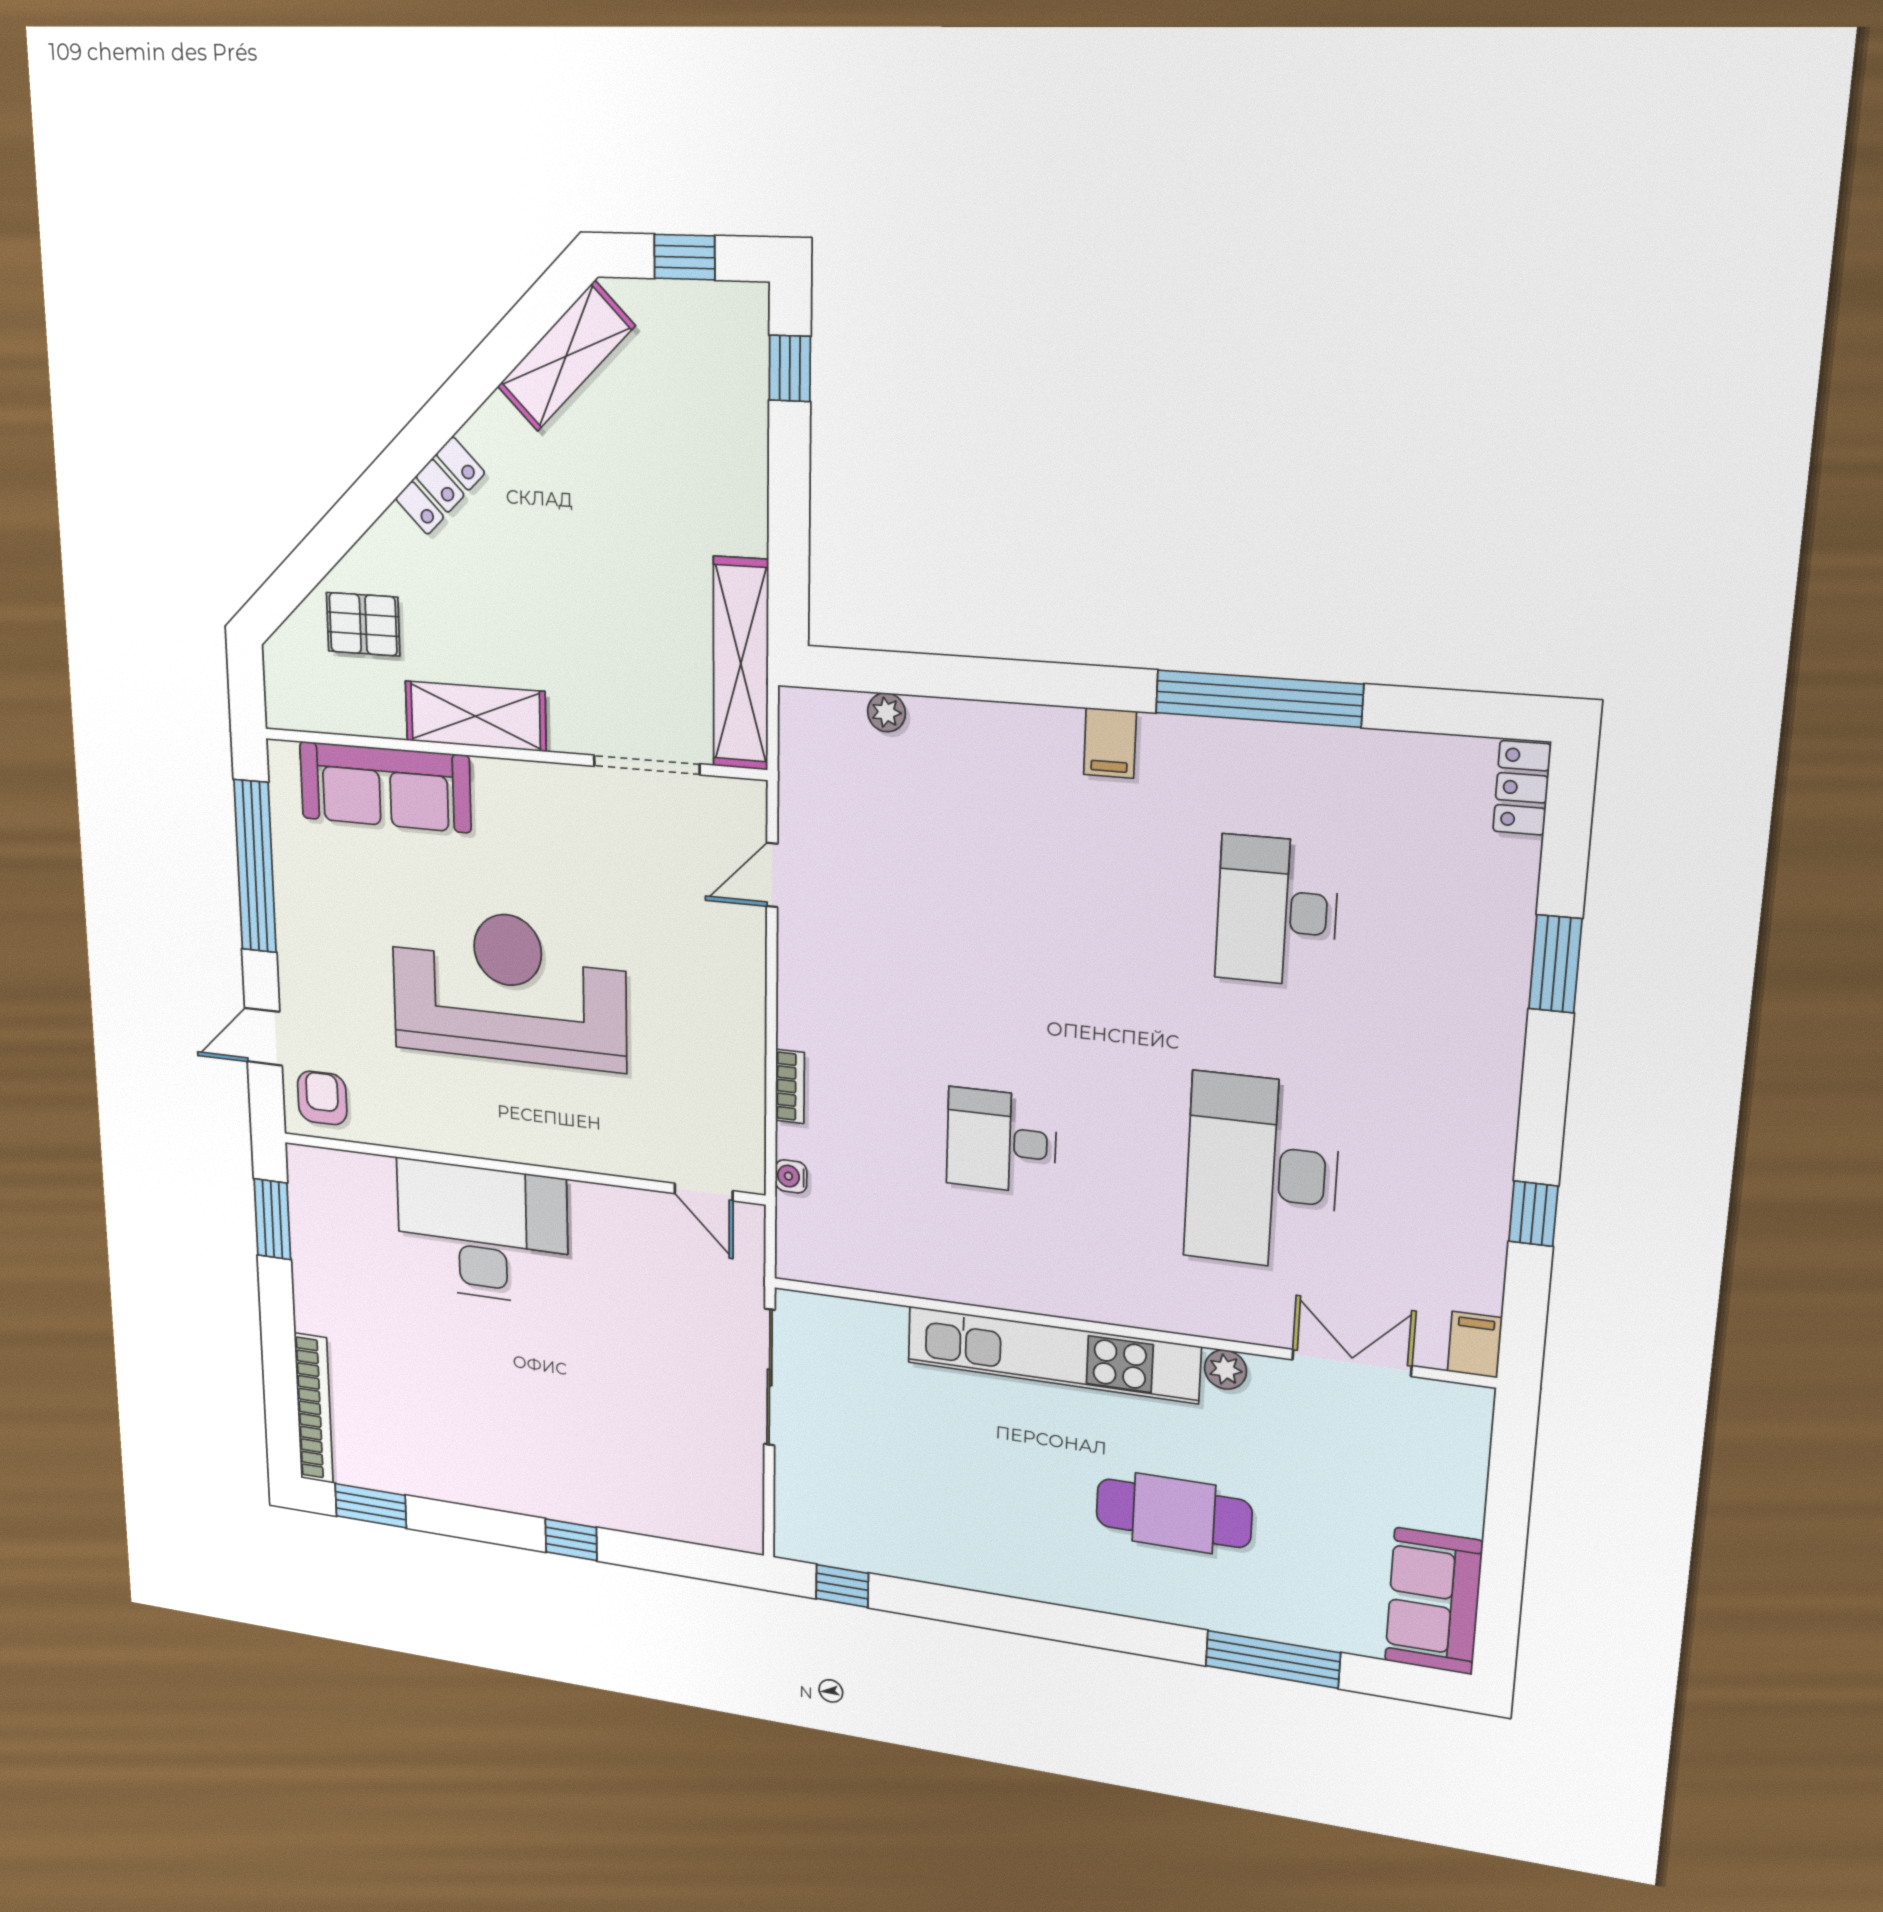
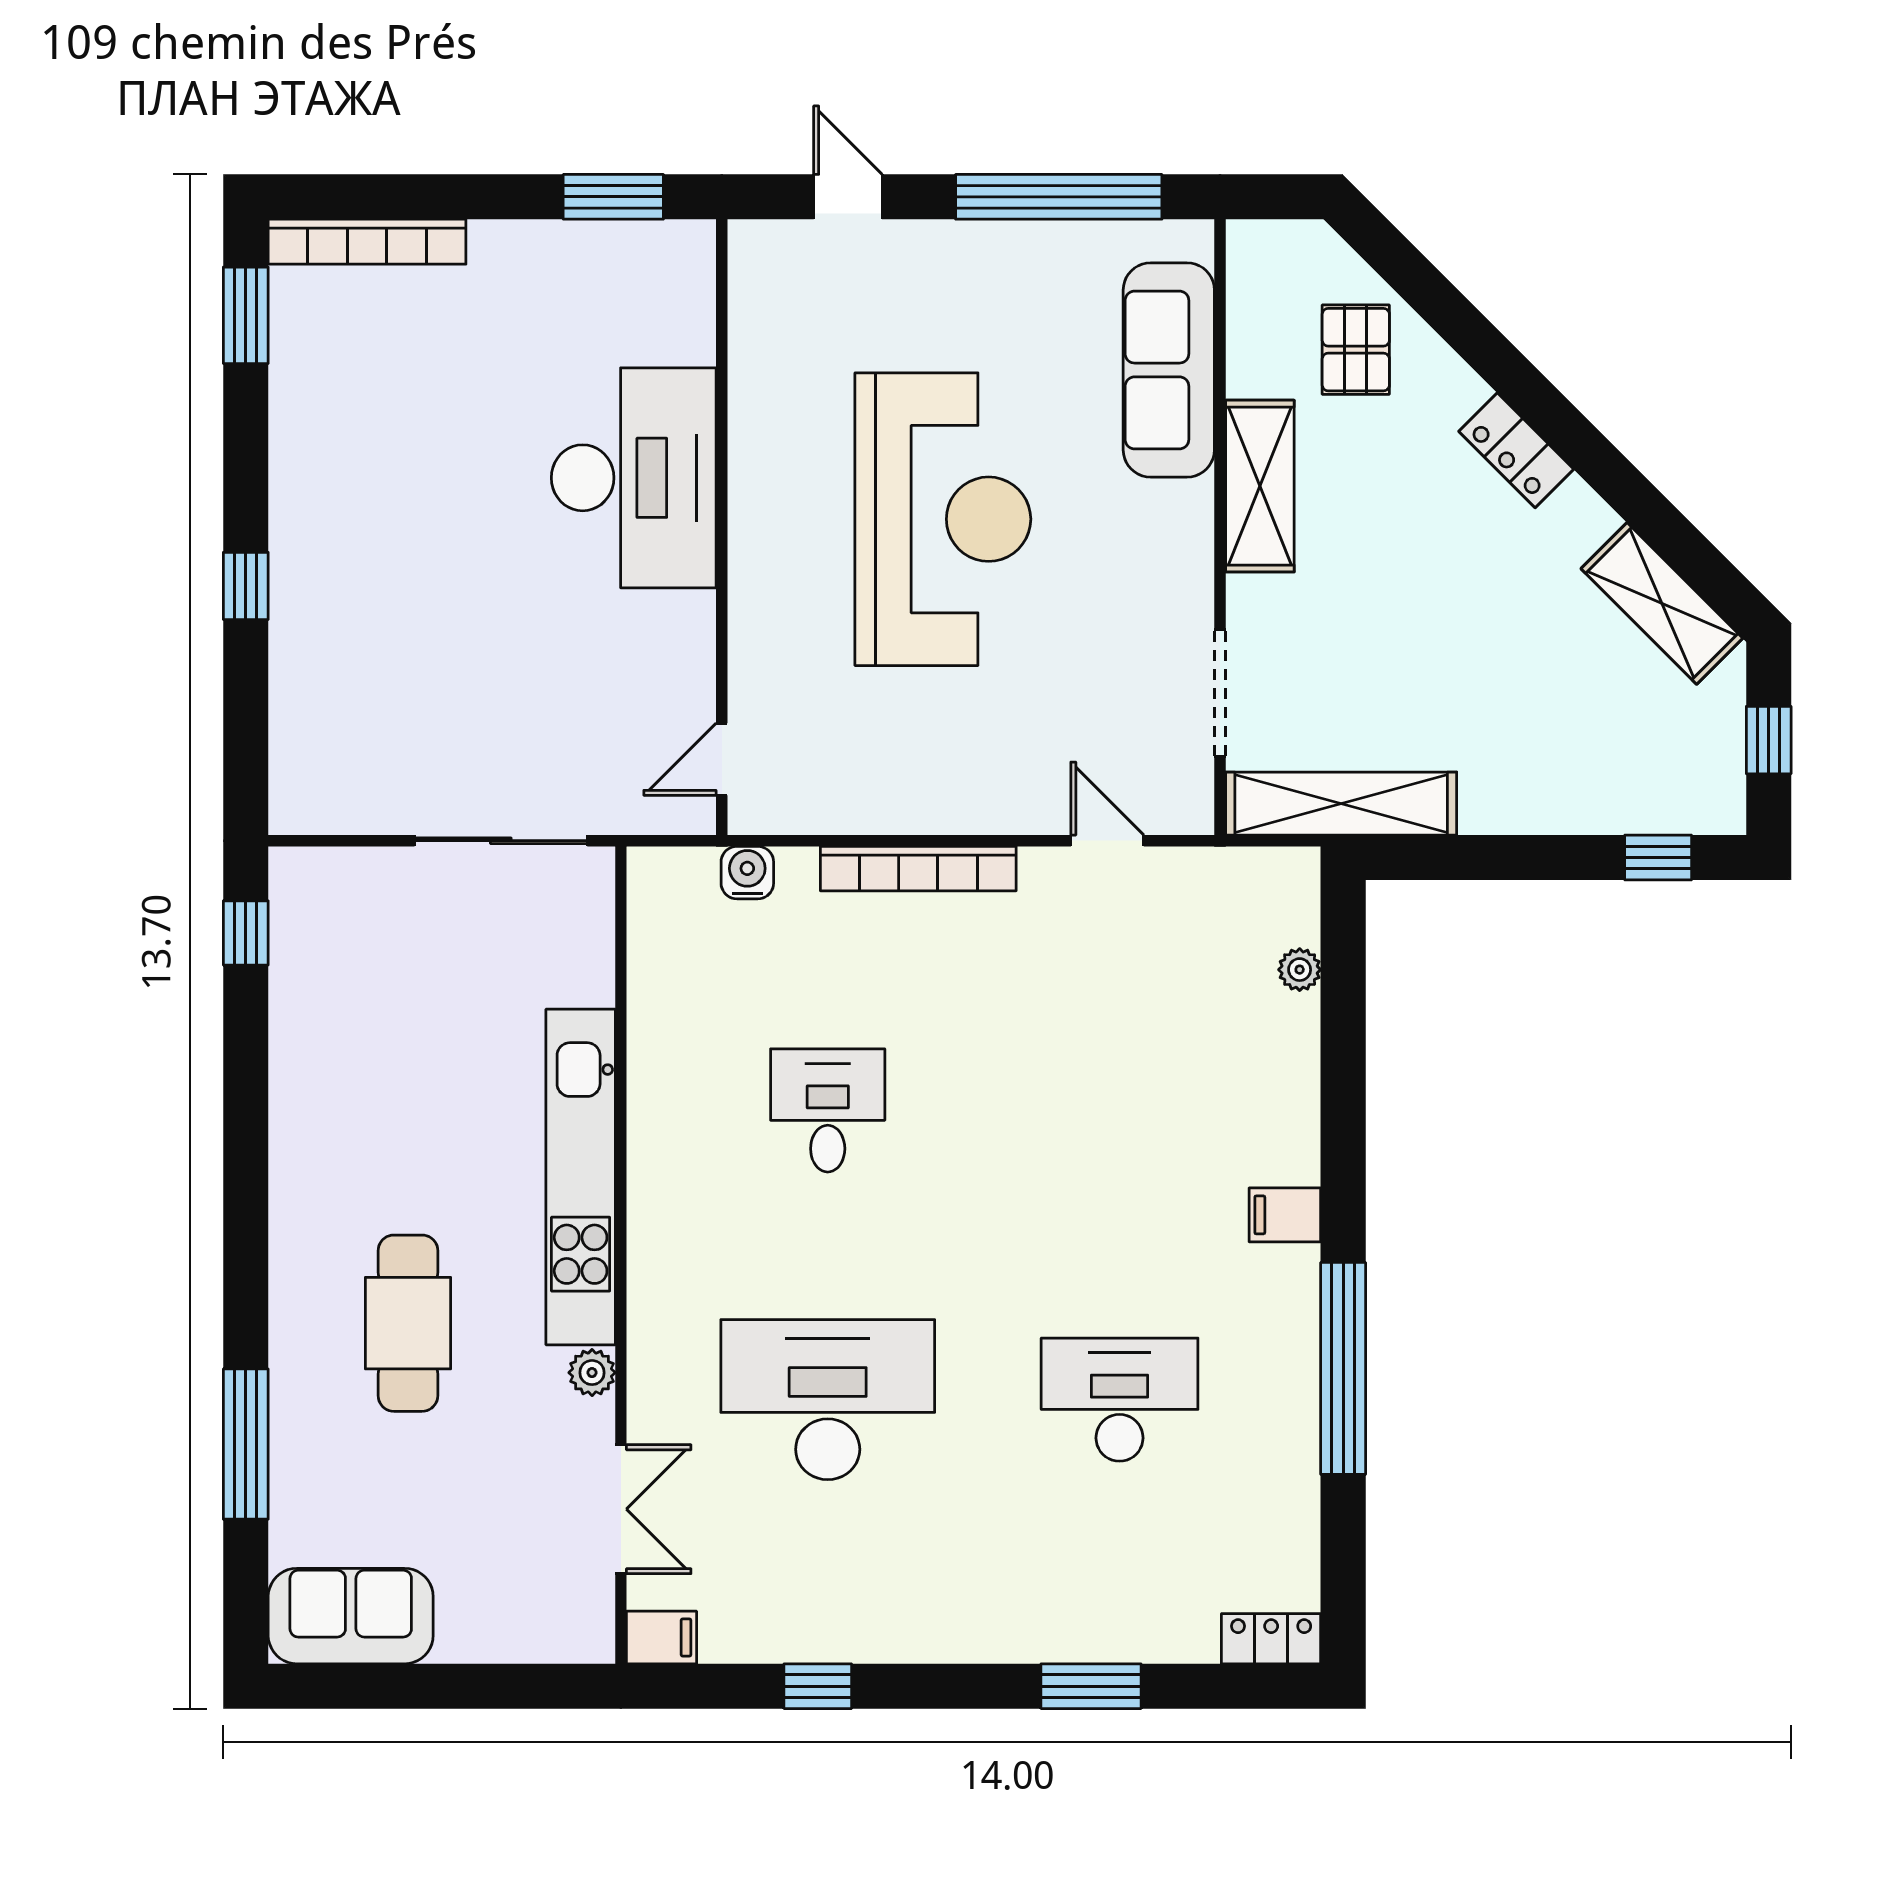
bookcase: (790, 1086) -> (918, 869), width x2.31, depth x1.31
armchair: (322, 1098) -> (779, 272), removed
water cooler: (791, 1176) -> (747, 873), width x1.38, depth x1.38

